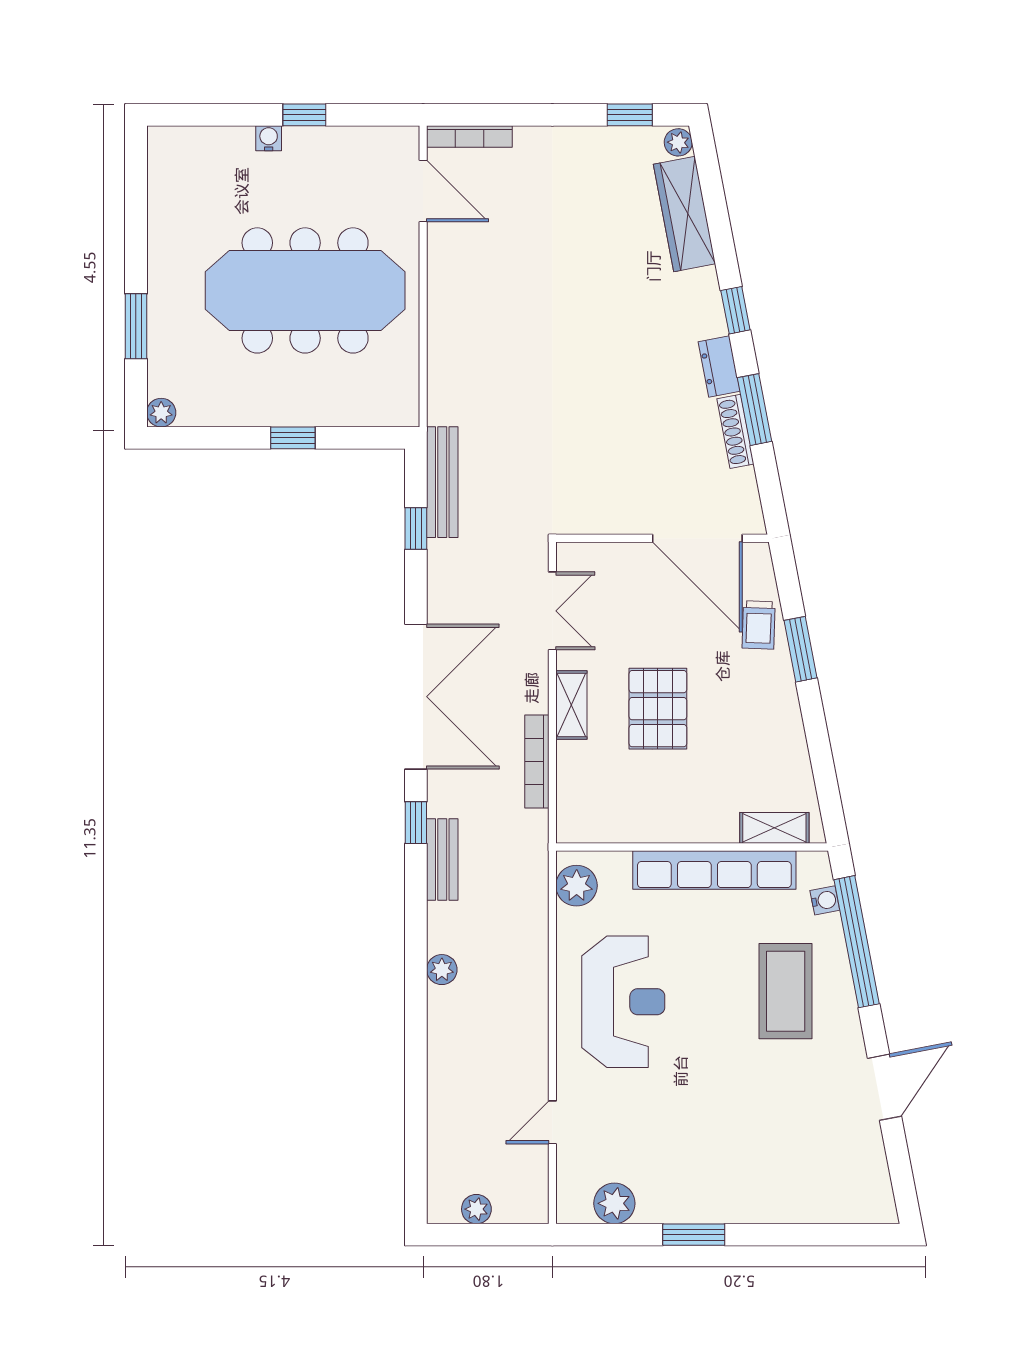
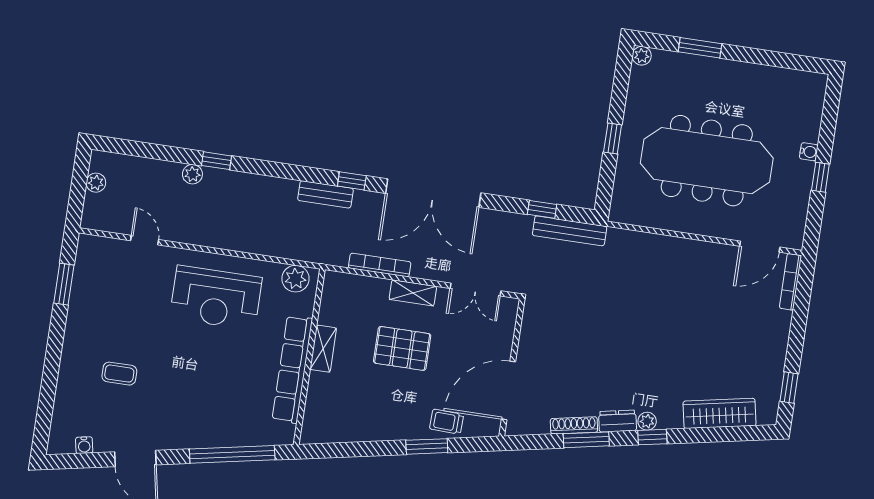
plant: (678, 142) -> (647, 421), moved
meeting table: (305, 290) -> (707, 161), turned 90
shelving: (774, 828) -> (323, 349), moved
water cooler: (825, 900) -> (84, 445), moved
plant: (442, 970) -> (192, 174), moved
coffee table: (786, 991) -> (119, 374), moved, width x0.54, depth x0.58
window: (416, 1032) -> (217, 161), added
plant: (614, 1203) -> (86, 272), removed
window: (694, 1235) -> (64, 284), moved

